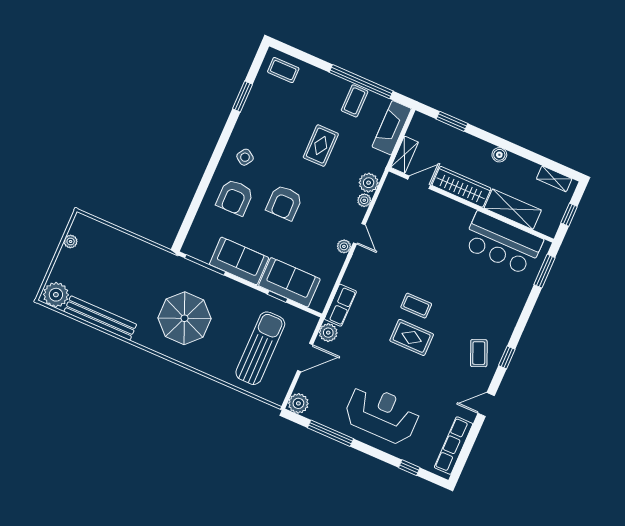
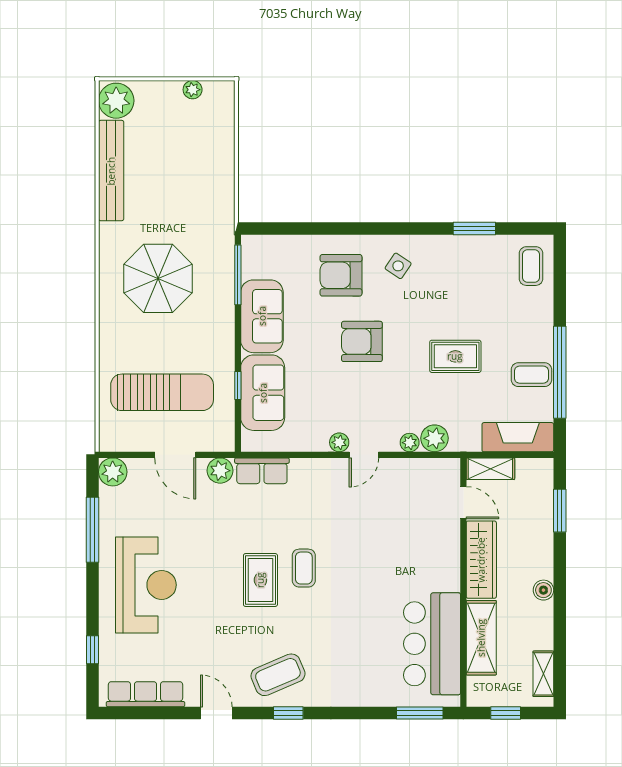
coffee table: (479, 353) -> (278, 675), width x1.36, depth x1.30

